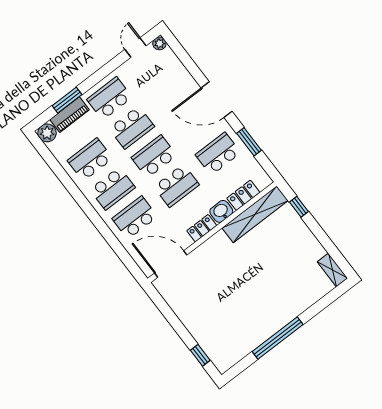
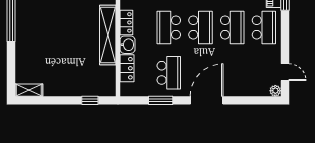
school desk: (132, 127) -> (232, 27), turned 180
shelving: (255, 214) -> (108, 35), moved

